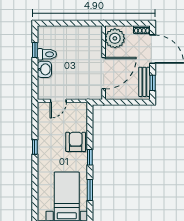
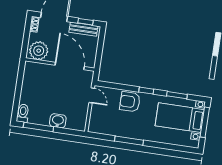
window: (35, 50) -> (38, 127), width x2.17
toilet: (47, 54) -> (23, 113), moved
door: (58, 101) -> (92, 95), moved
window: (35, 147) -> (129, 141), width x2.17

